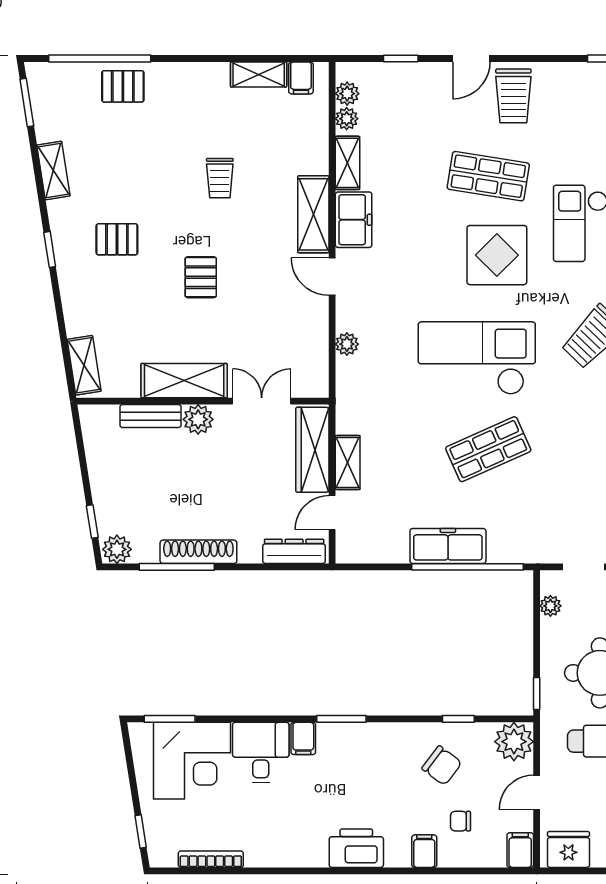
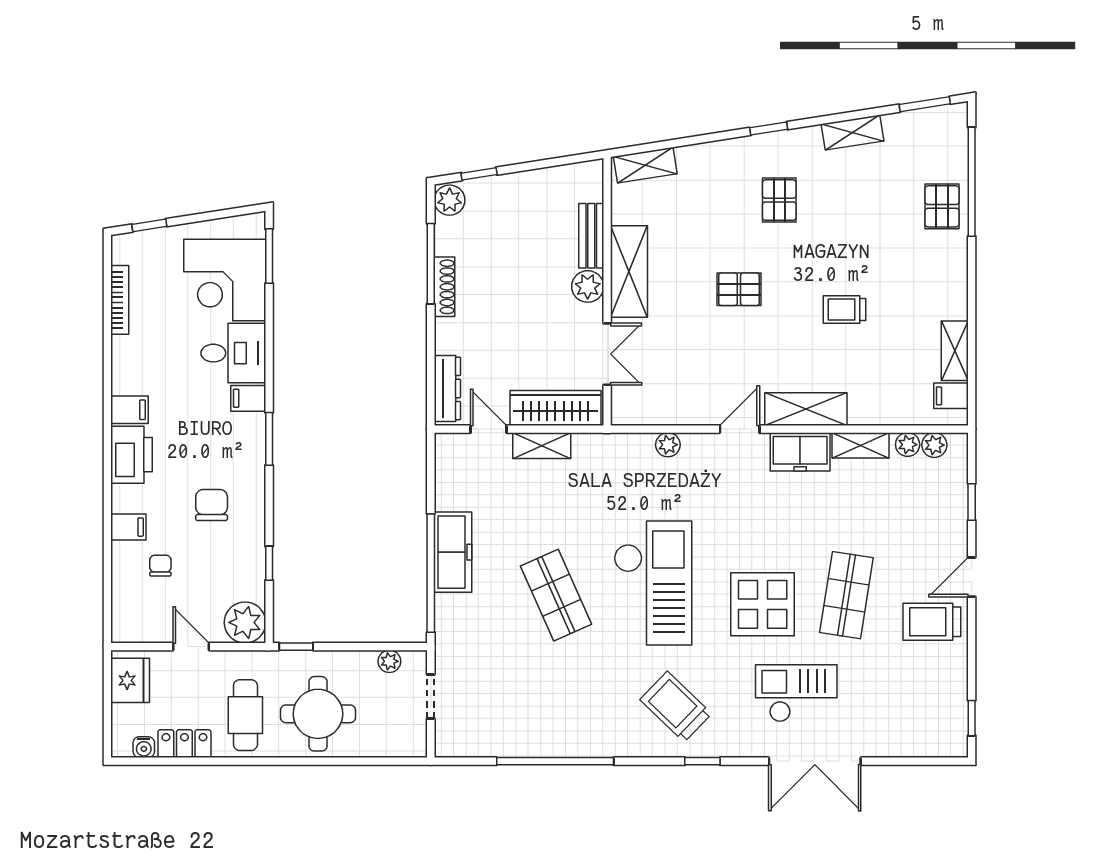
door: (471, 58) -> (972, 577), hinge flipped
shoe rack: (198, 552) -> (444, 287), width x0.74, depth x0.81
chair: (442, 766) -> (212, 505), moved, turned 143
filing cabinet: (520, 850) -> (130, 410), moved

